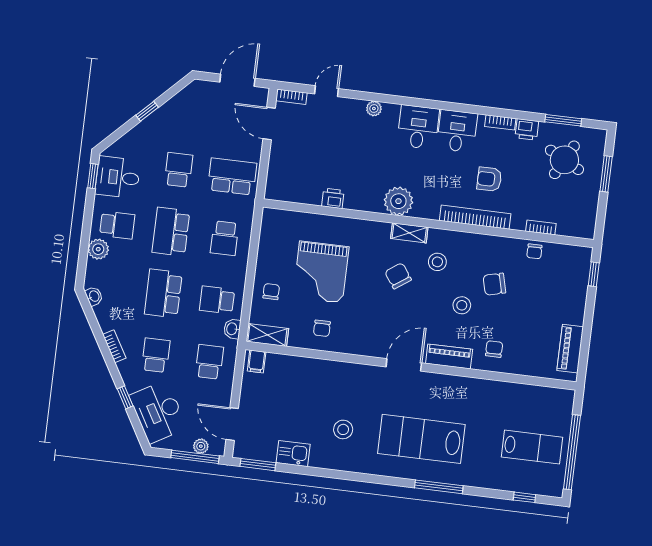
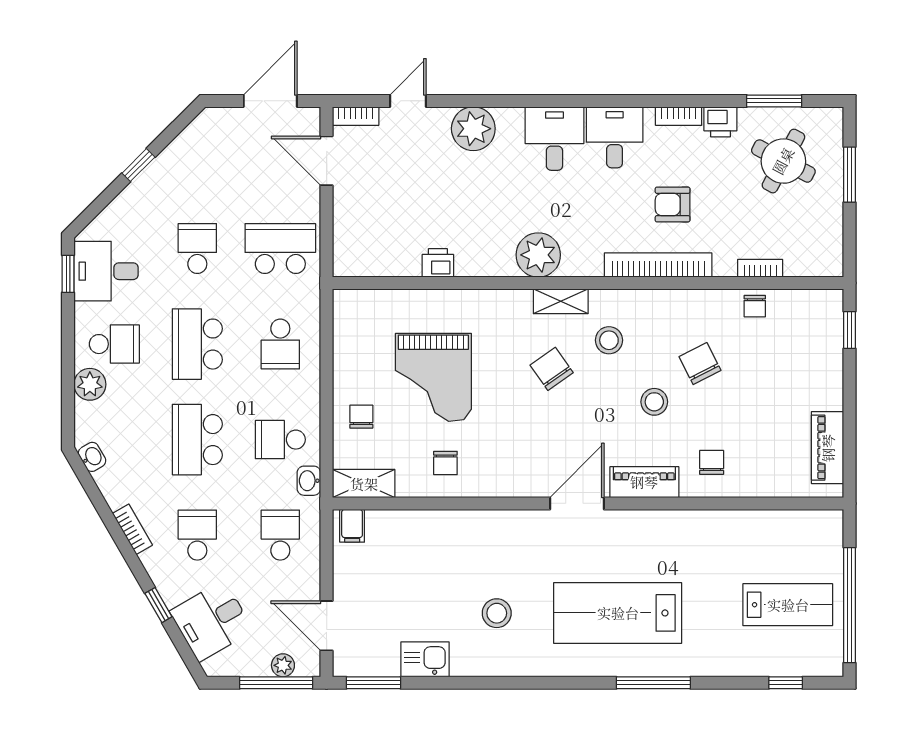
plant: (374, 109) -> (473, 129), width x1.88, depth x1.88
chair: (494, 284) -> (700, 364), turned 77
desk: (158, 412) -> (212, 621), width x0.73

